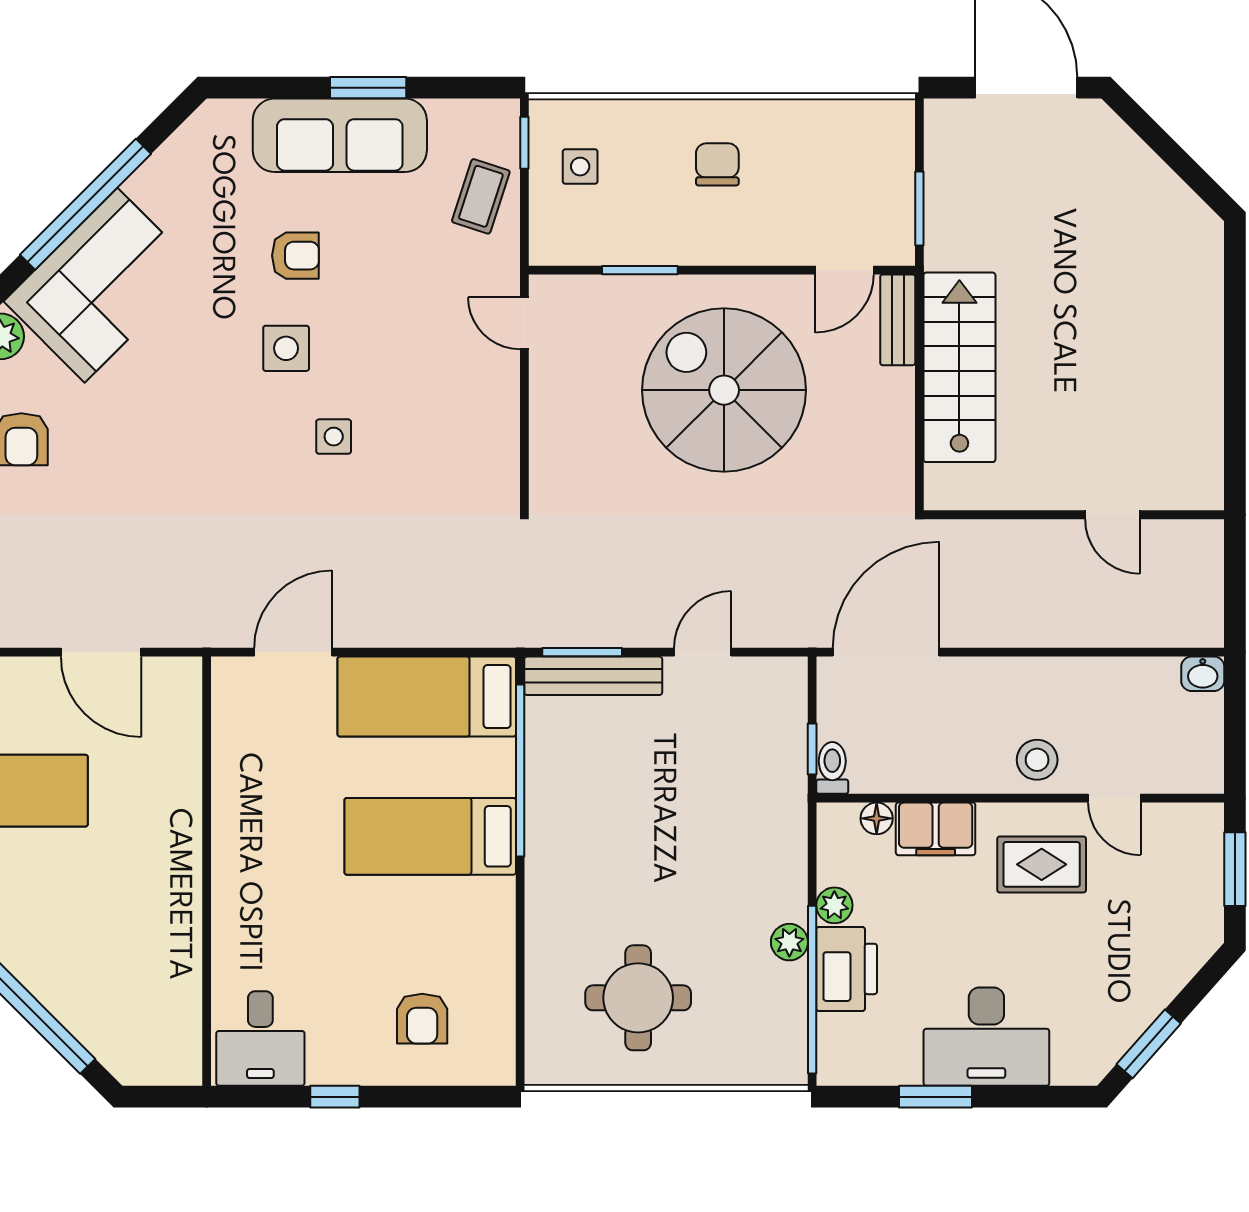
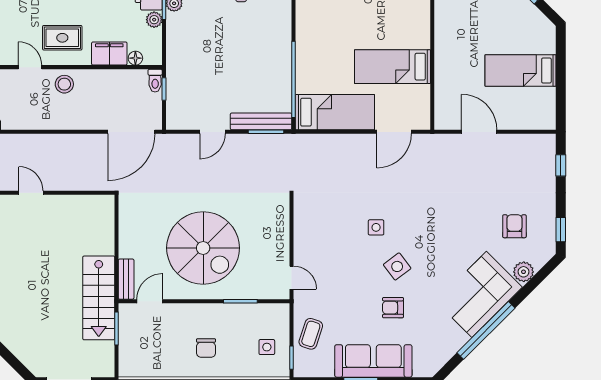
side table: (286, 348) -> (397, 266), turned -37
stairs: (959, 367) -> (99, 298), moved
bed: (430, 836) -> (392, 67), moved, turned 180

